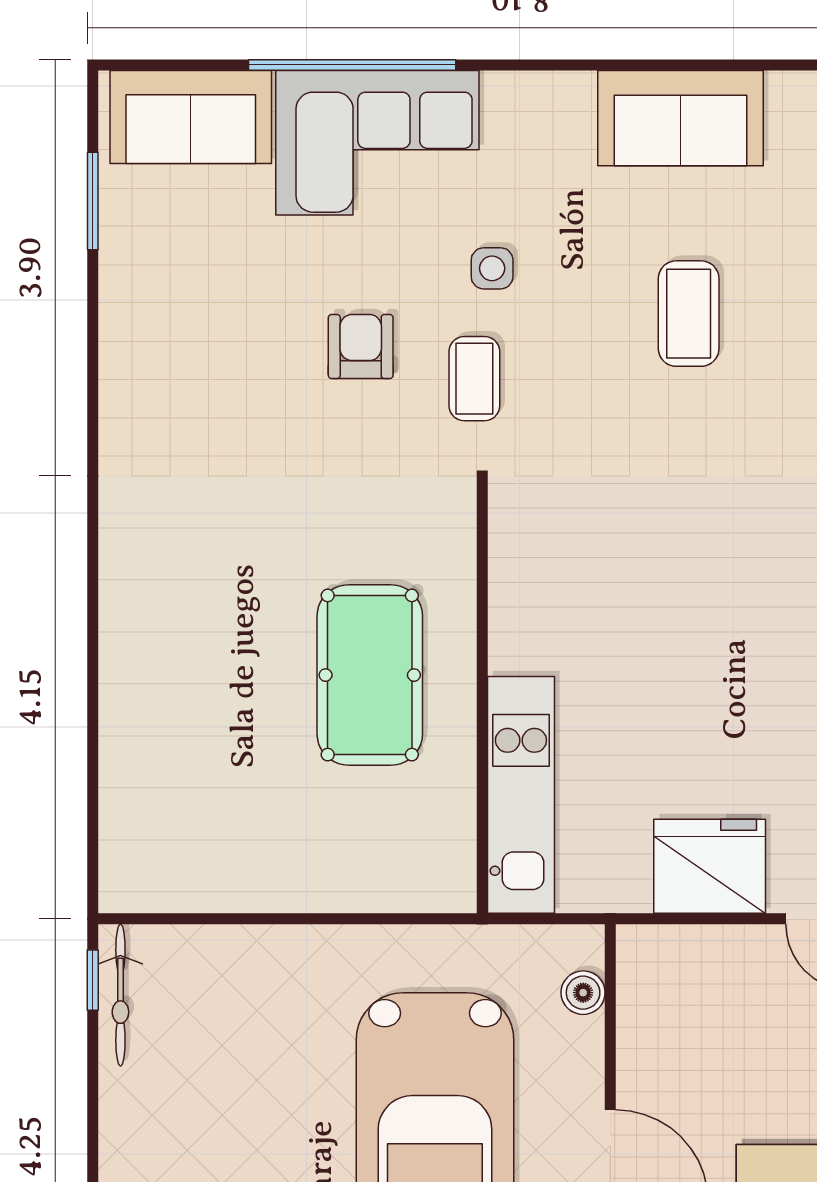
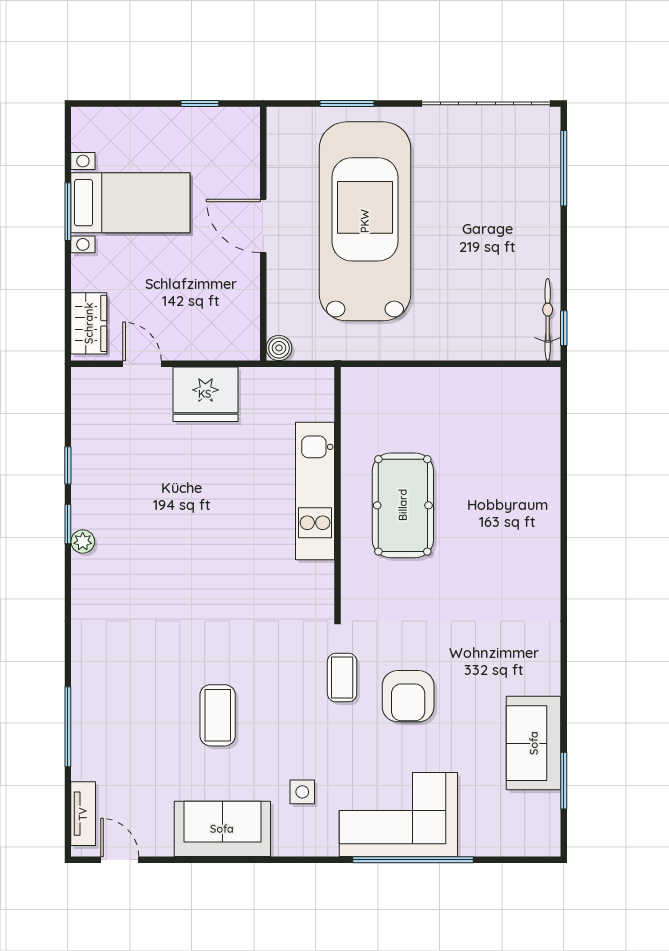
sofa: (191, 117) -> (534, 743), moved, turned -90
side table: (492, 268) -> (302, 792), moved
armchair: (361, 346) -> (408, 696), width x1.38, depth x1.38
kitchen unit: (521, 795) -> (315, 491), moved
boiler: (583, 993) -> (279, 348), moved

